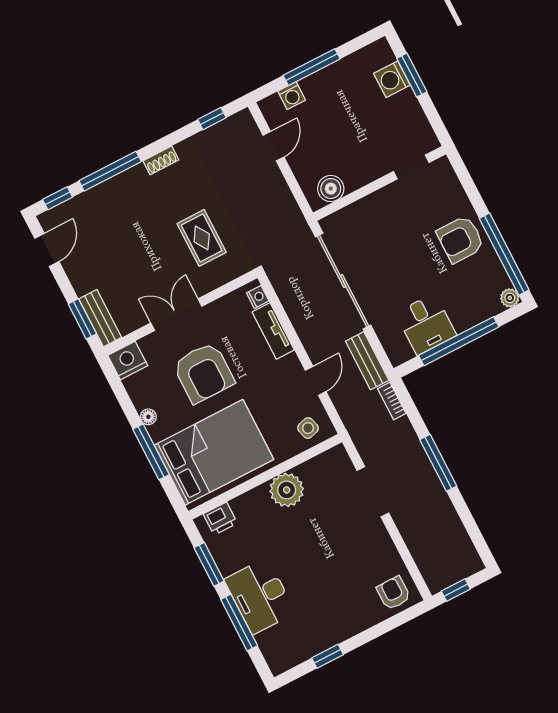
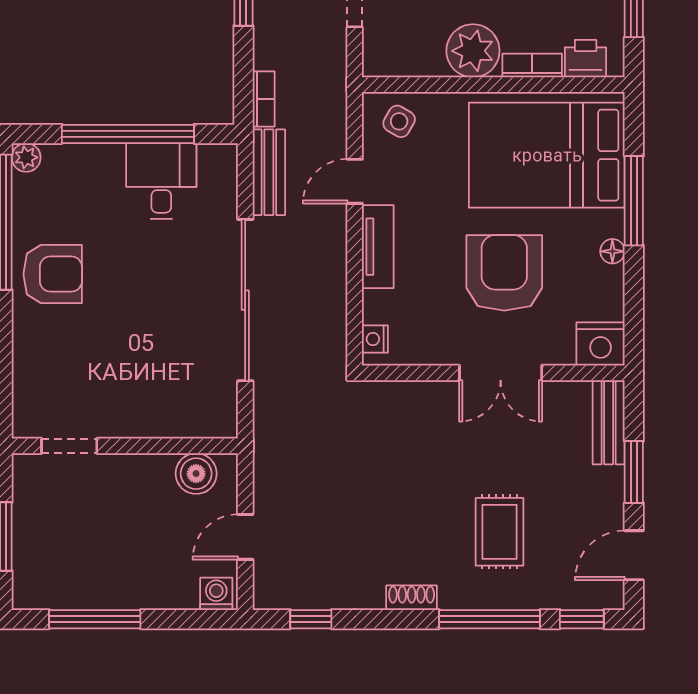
window: (312, 67) -> (95, 619), moved
washing machine: (392, 79) -> (33, 545), removed
washing machine: (292, 96) -> (216, 594), moved
doorway: (411, 167) -> (69, 446), moved
wall: (380, 183) -> (125, 446), moved
boiler: (331, 189) -> (196, 474), moved
rug: (202, 238) -> (500, 532), moved
window: (82, 319) -> (634, 472), moved
tv unit: (273, 331) -> (378, 247), moved
side table: (308, 428) -> (399, 121), turned 45
bookcase: (249, 499) -> (532, 65), added

